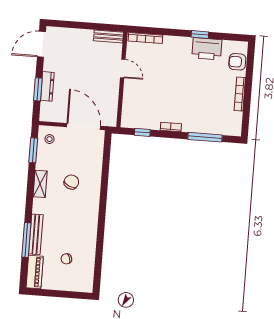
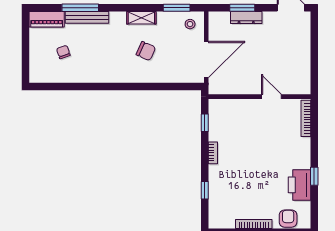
bench: (108, 36) -> (305, 79), removed
door: (123, 69) -> (271, 97), swing flipped
window: (205, 137) -> (205, 190), width x0.46

